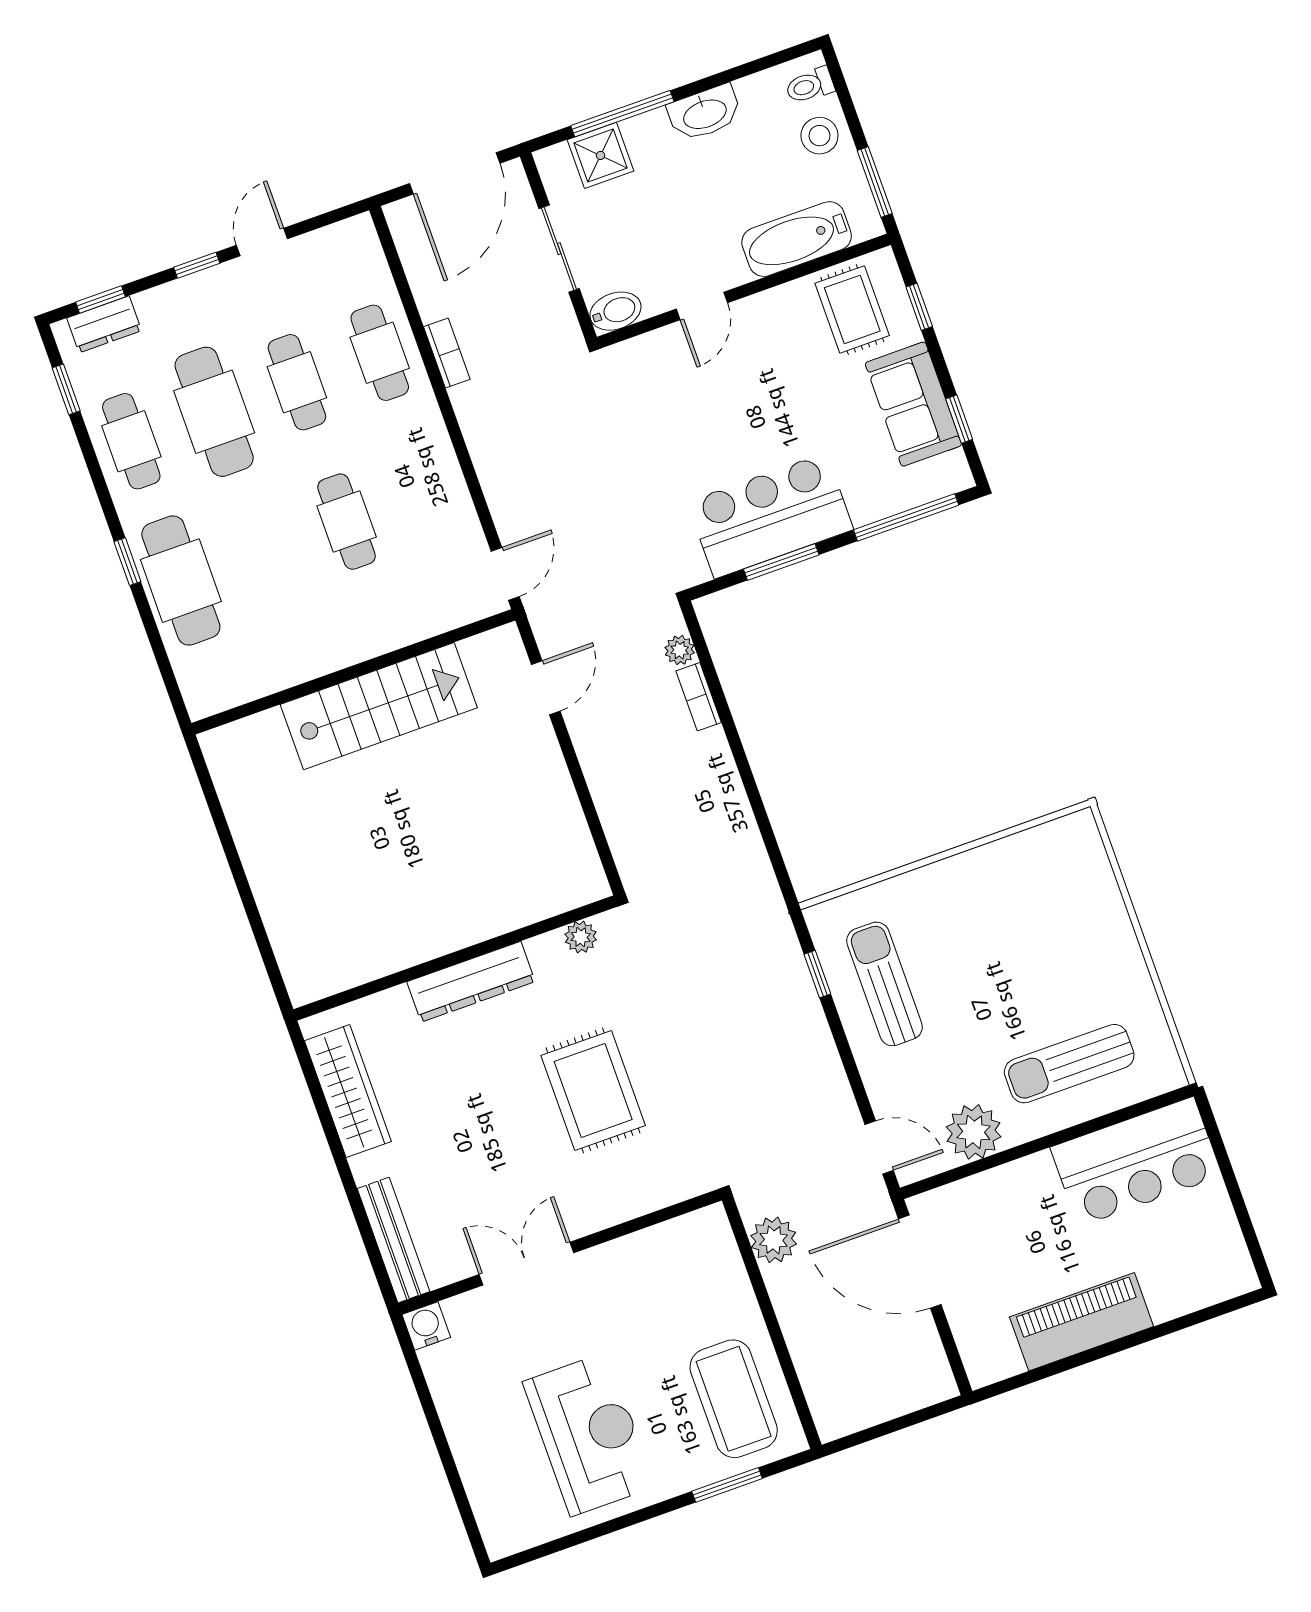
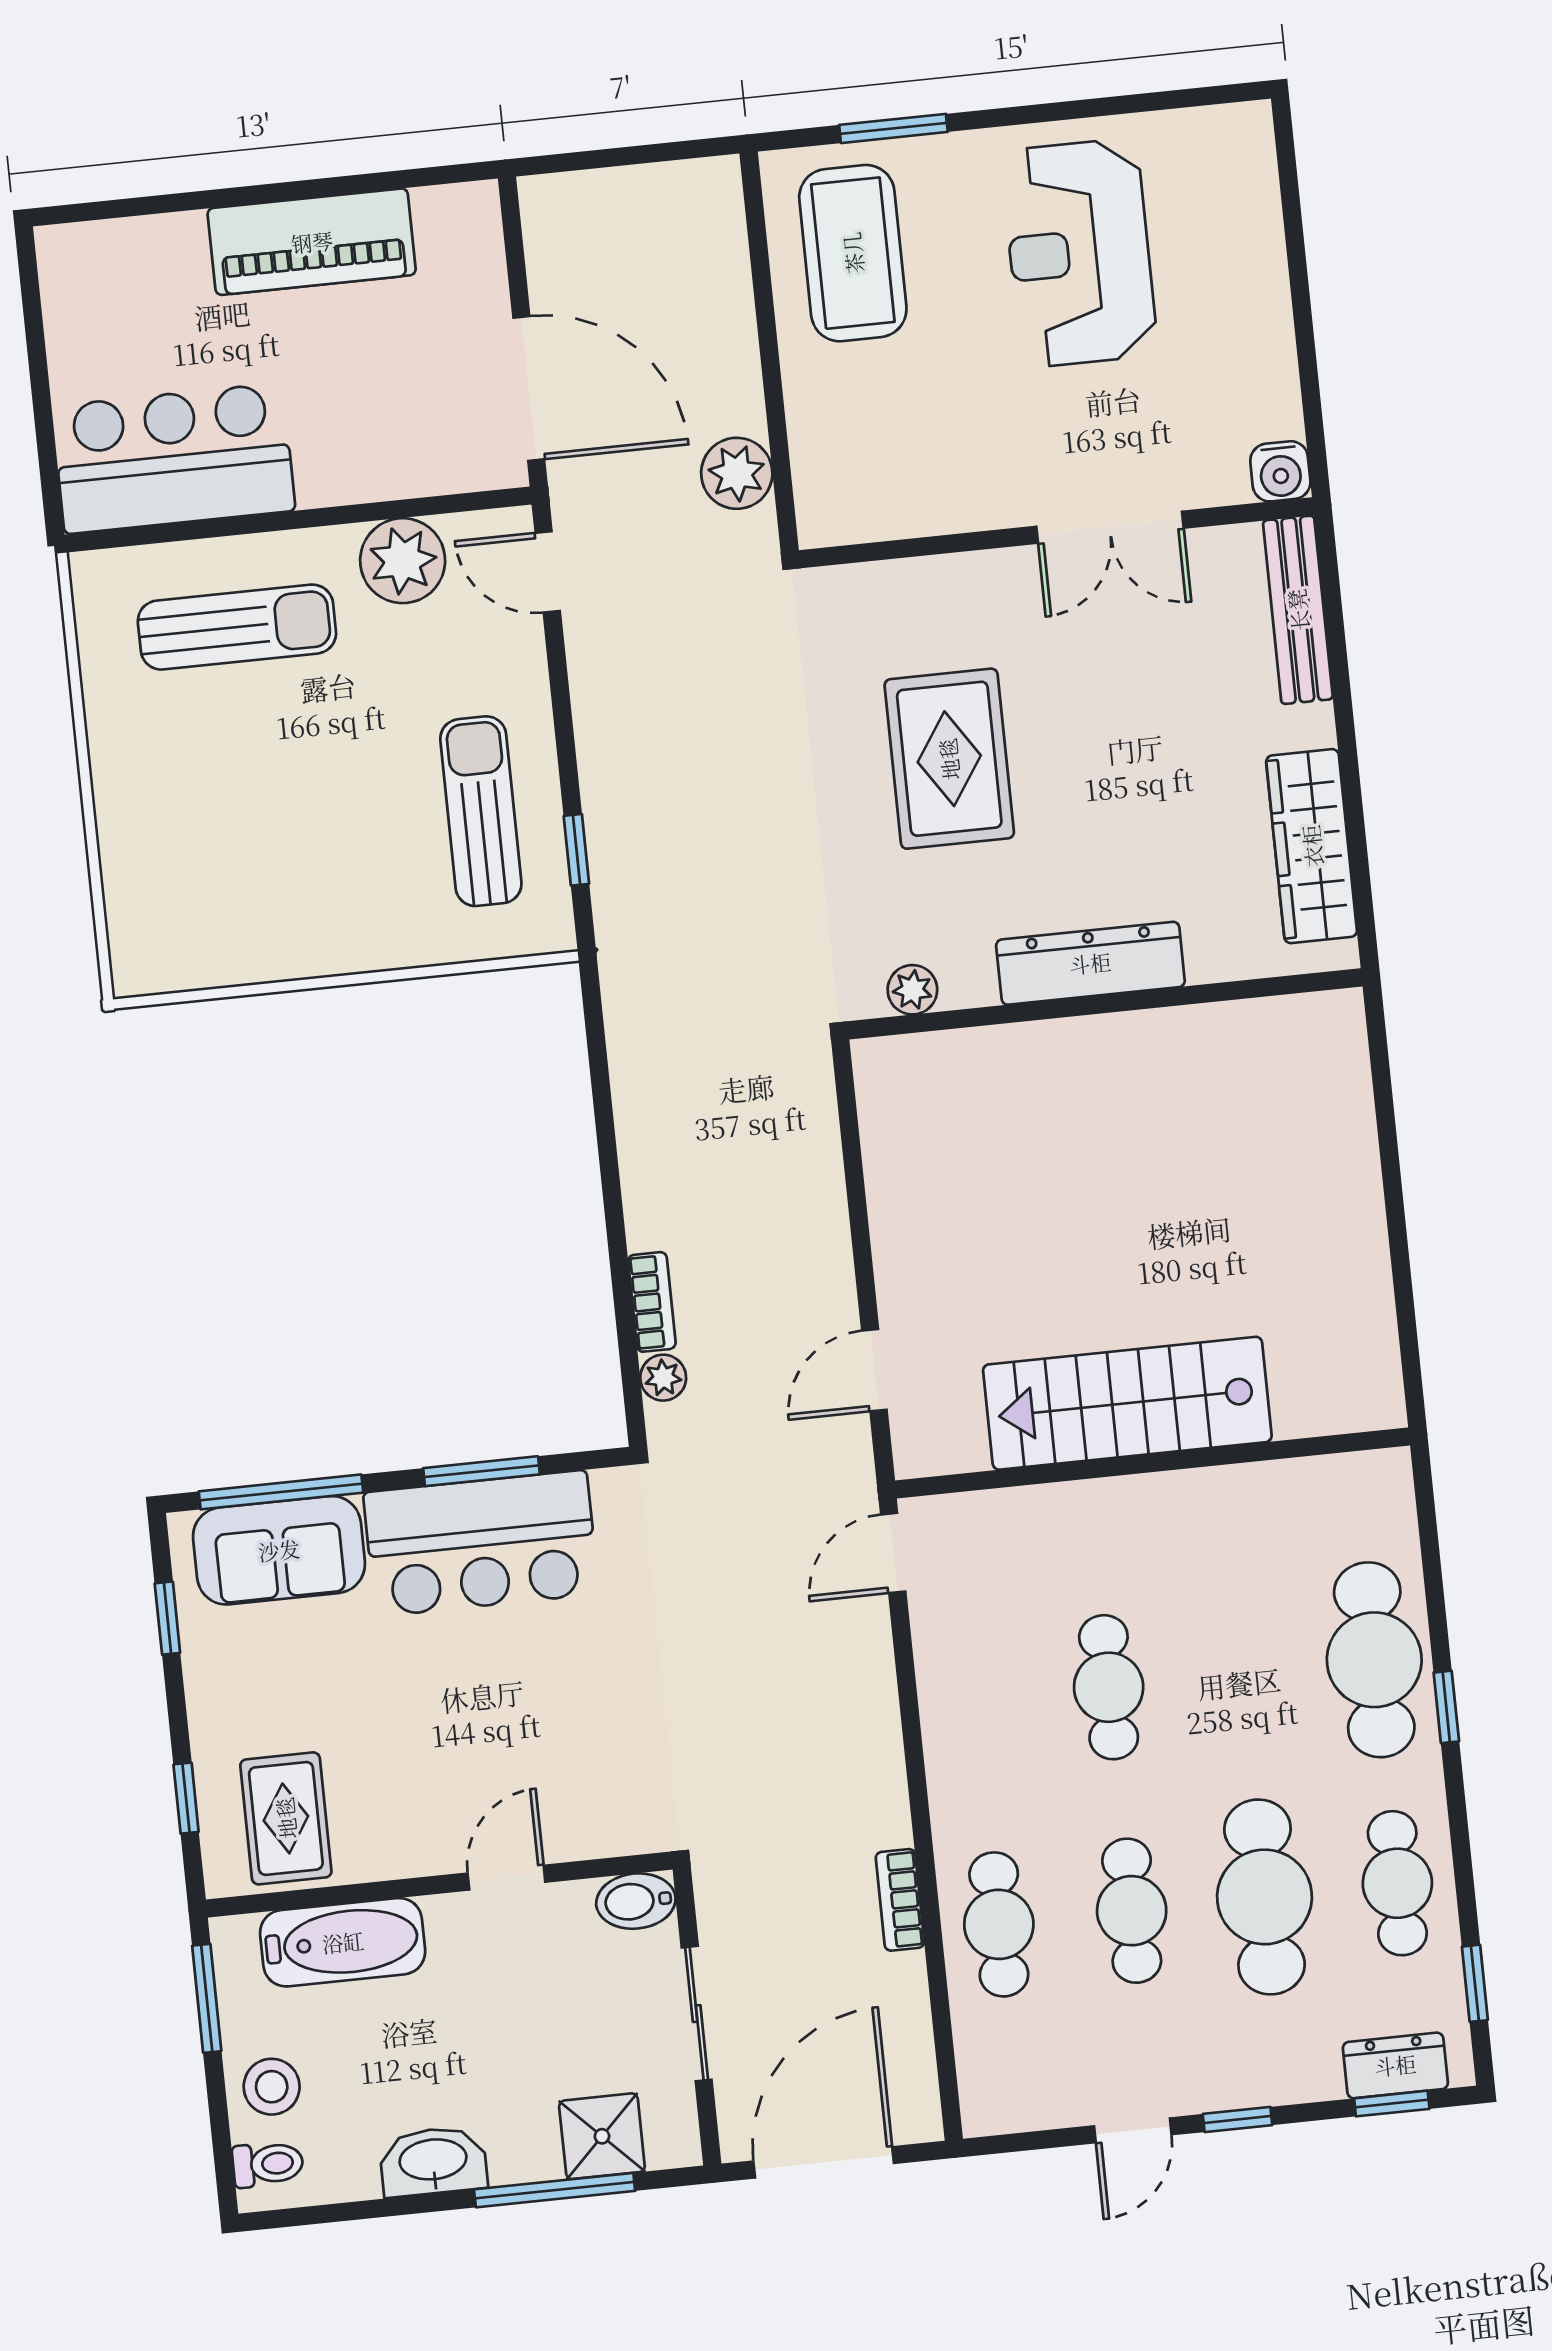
sofa: (913, 404) -> (279, 1550), moved, turned 90
sun lounger: (884, 984) -> (481, 811), turned 180

